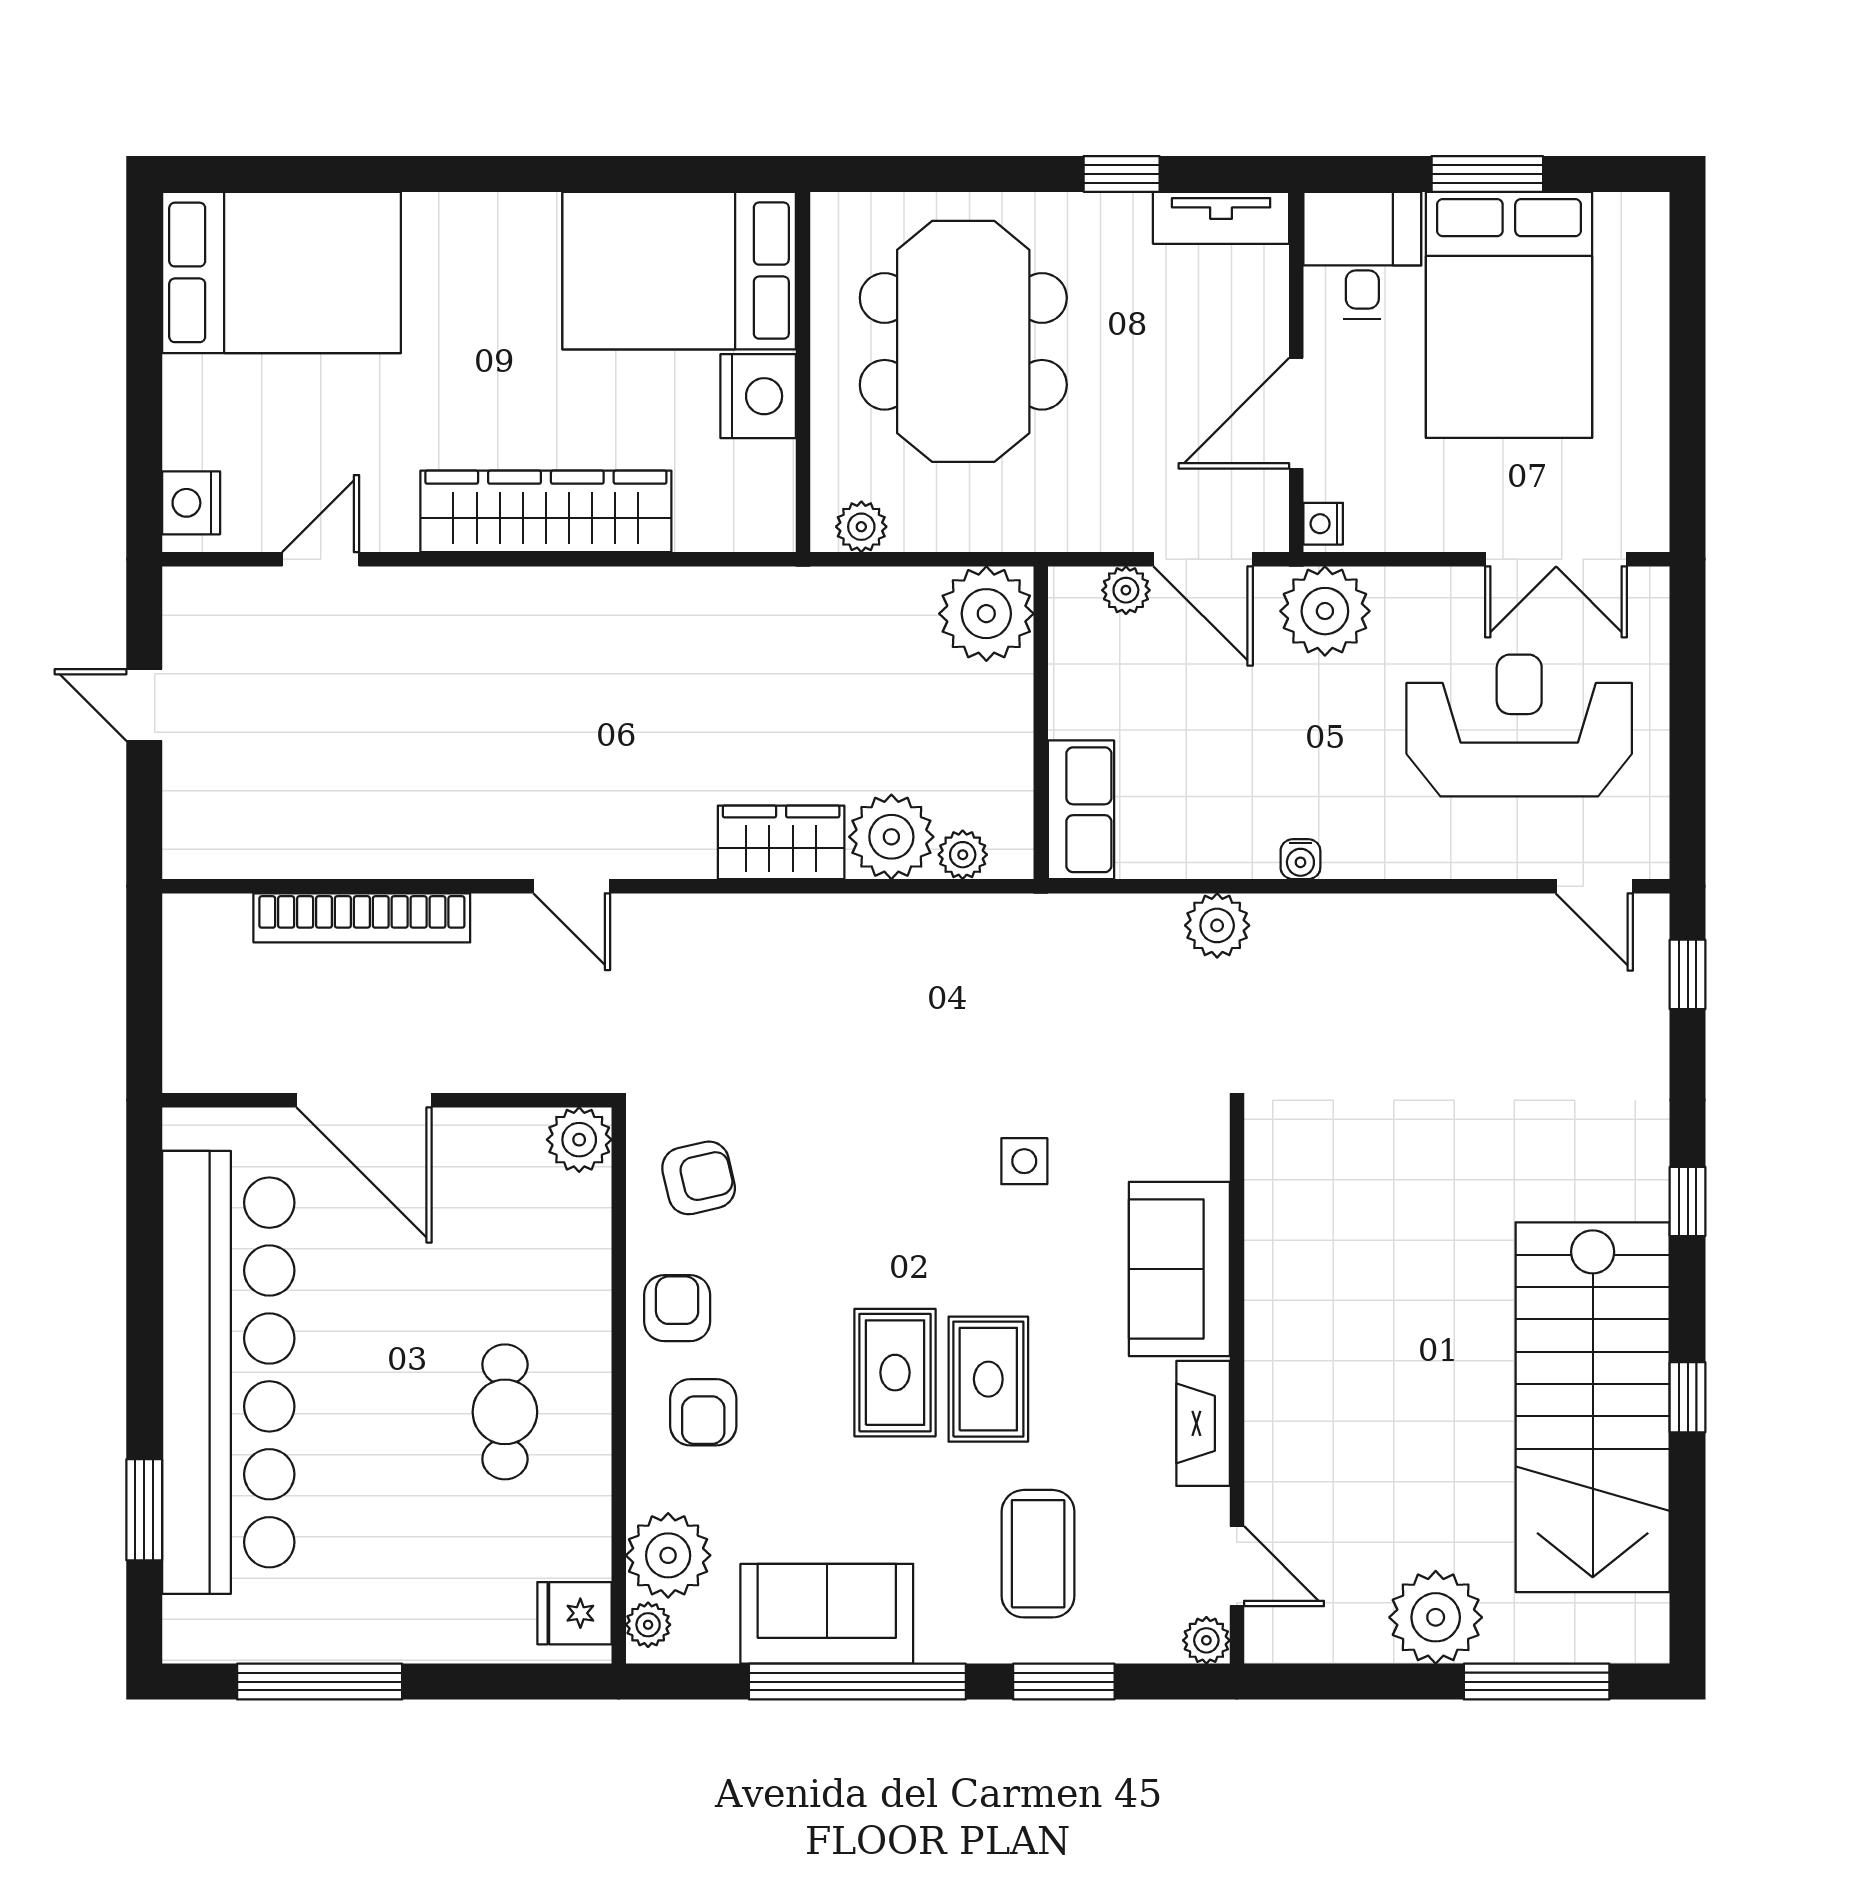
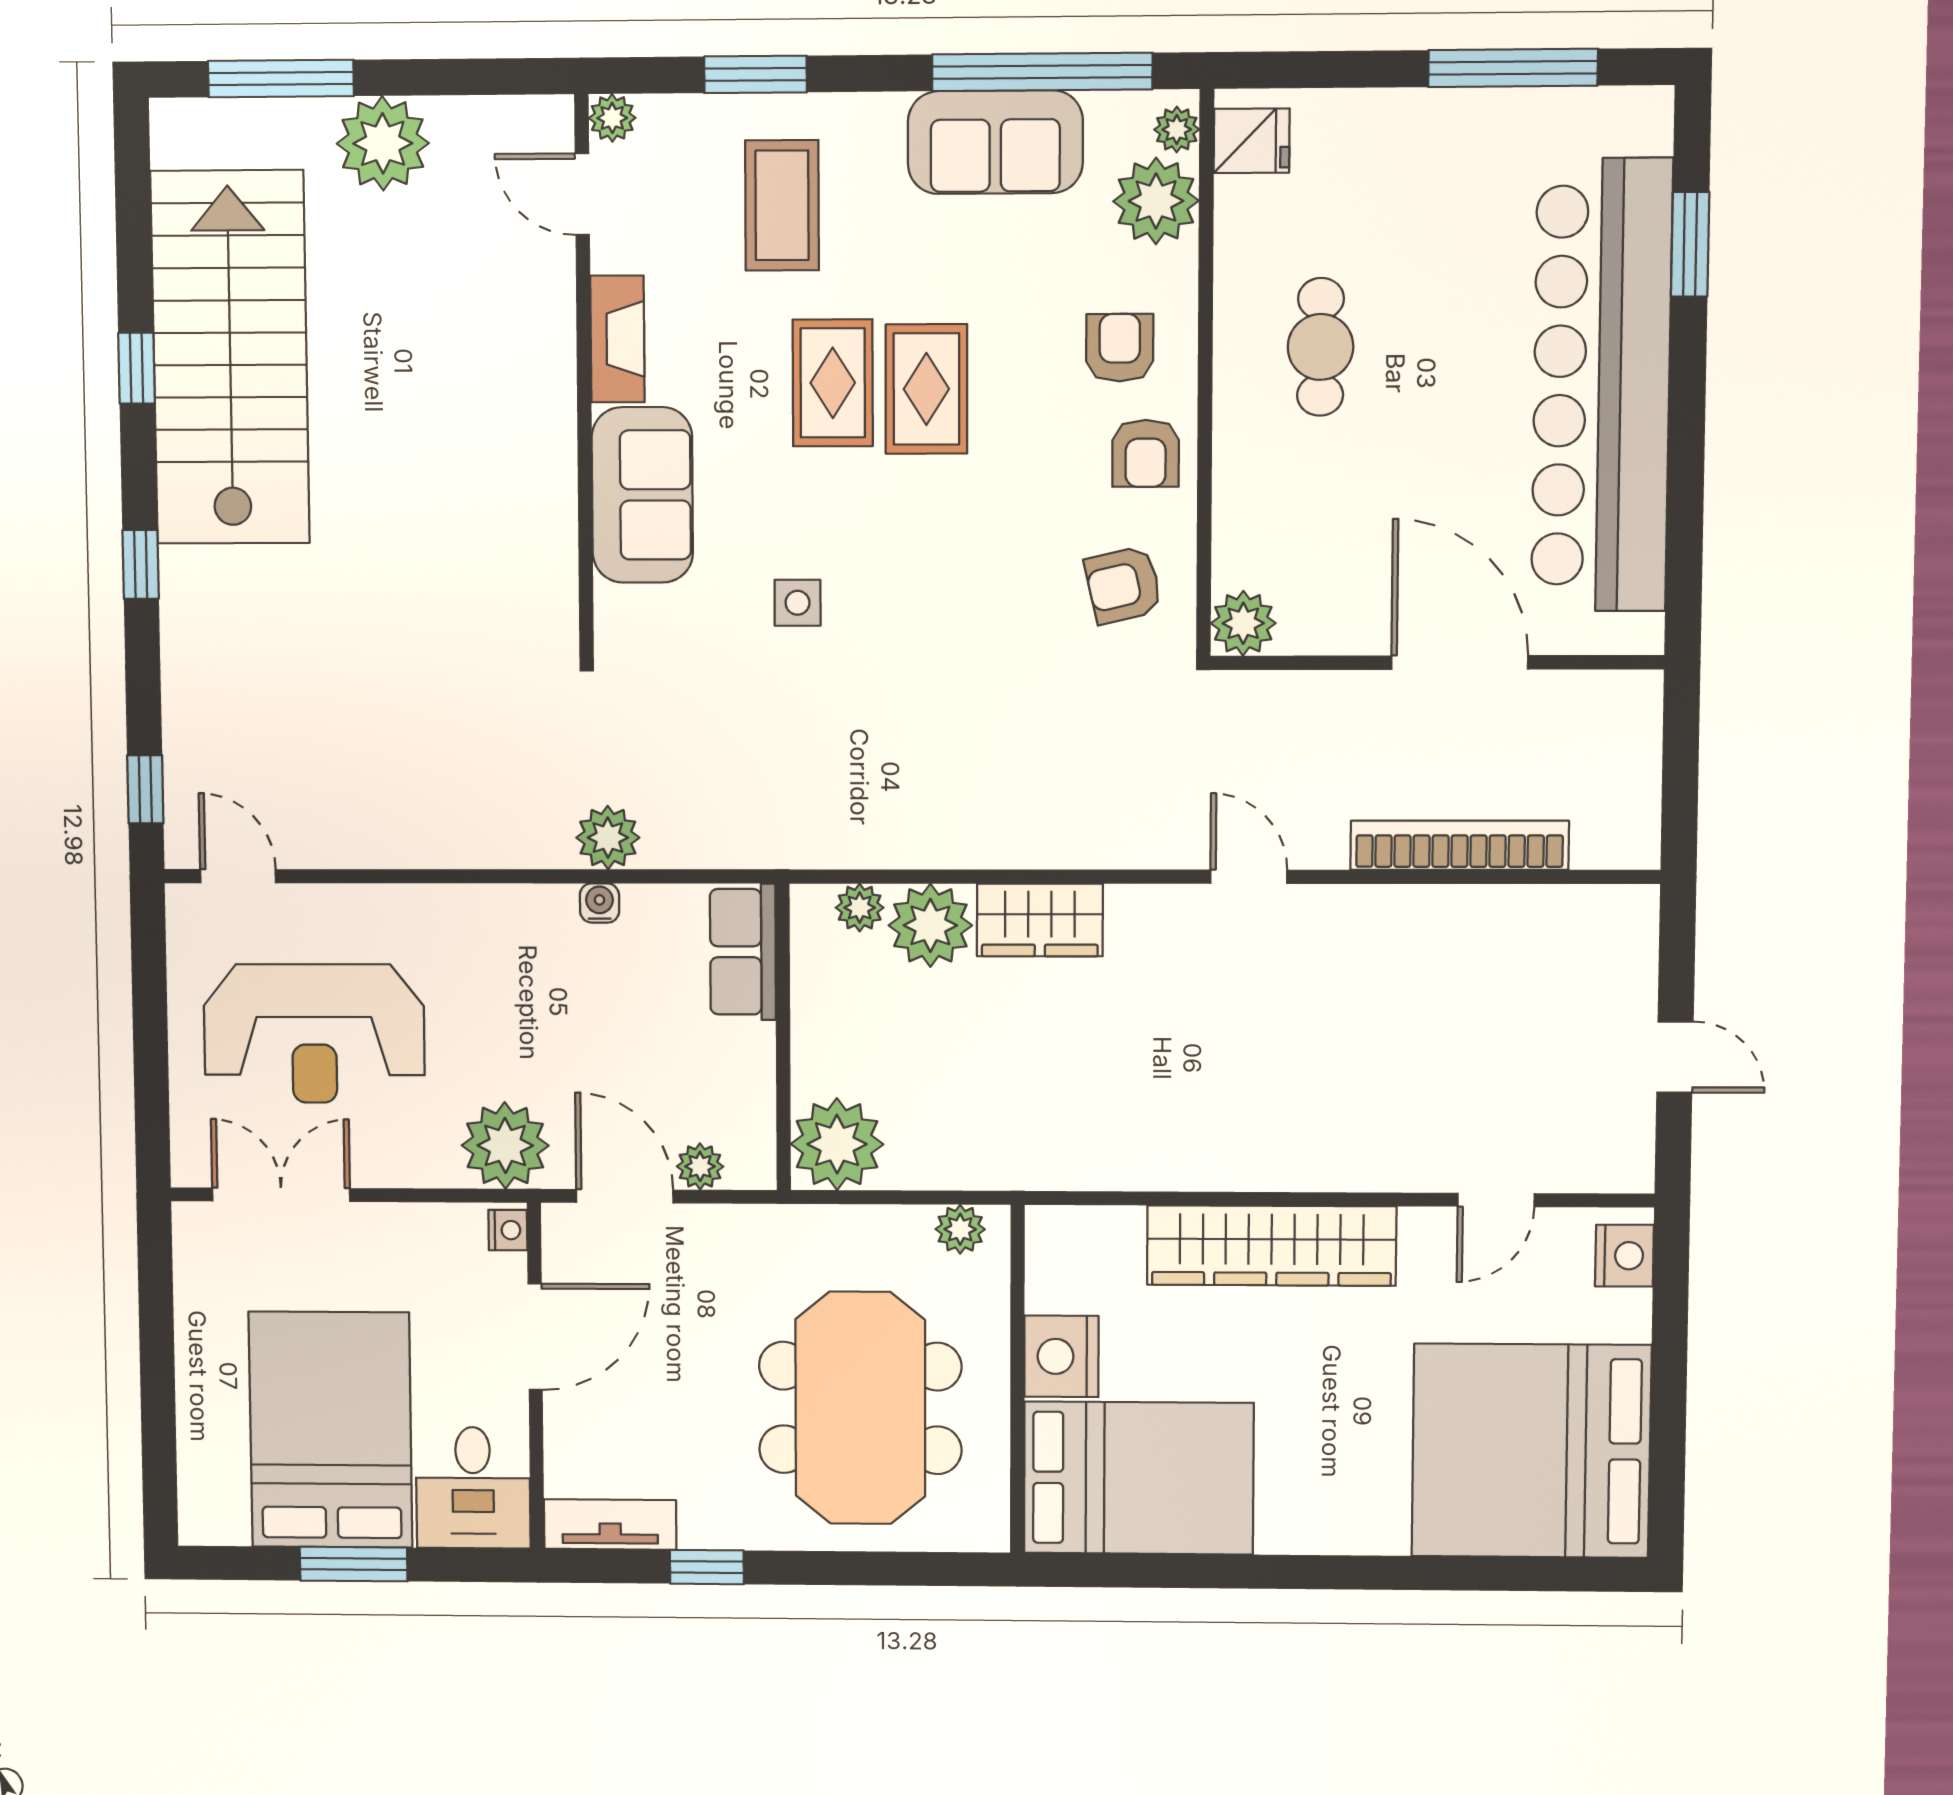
bed: (282, 272) -> (1531, 1451), width x1.36
water cooler: (1300, 859) -> (599, 903), moved
window: (857, 1682) -> (1042, 72), moved

